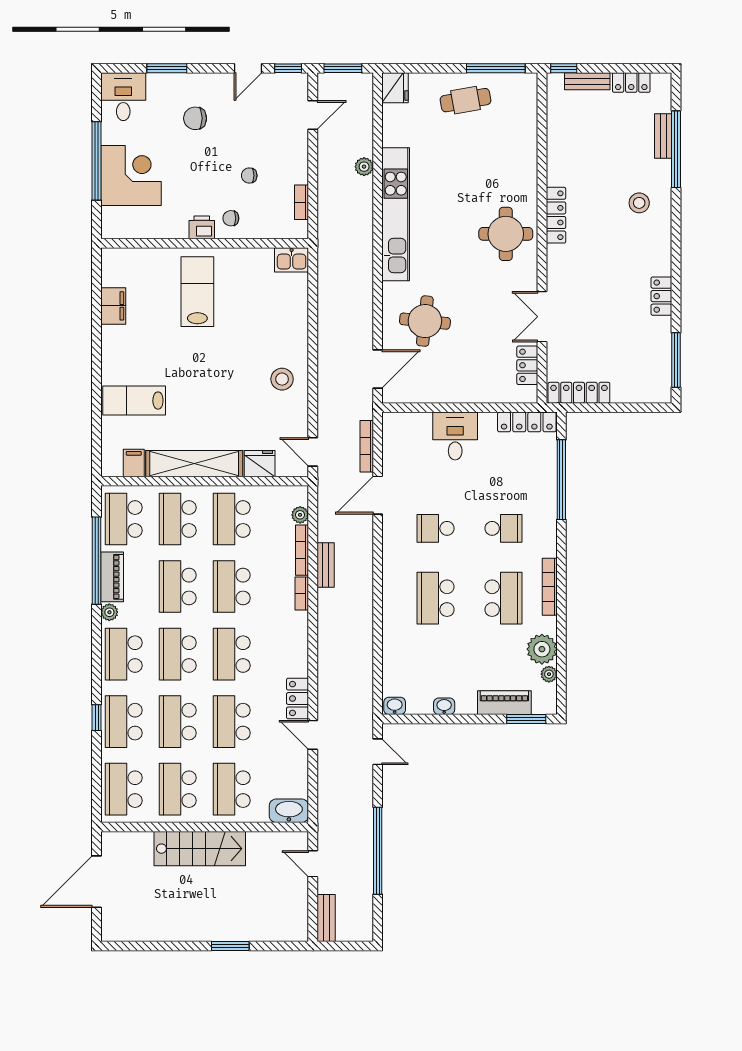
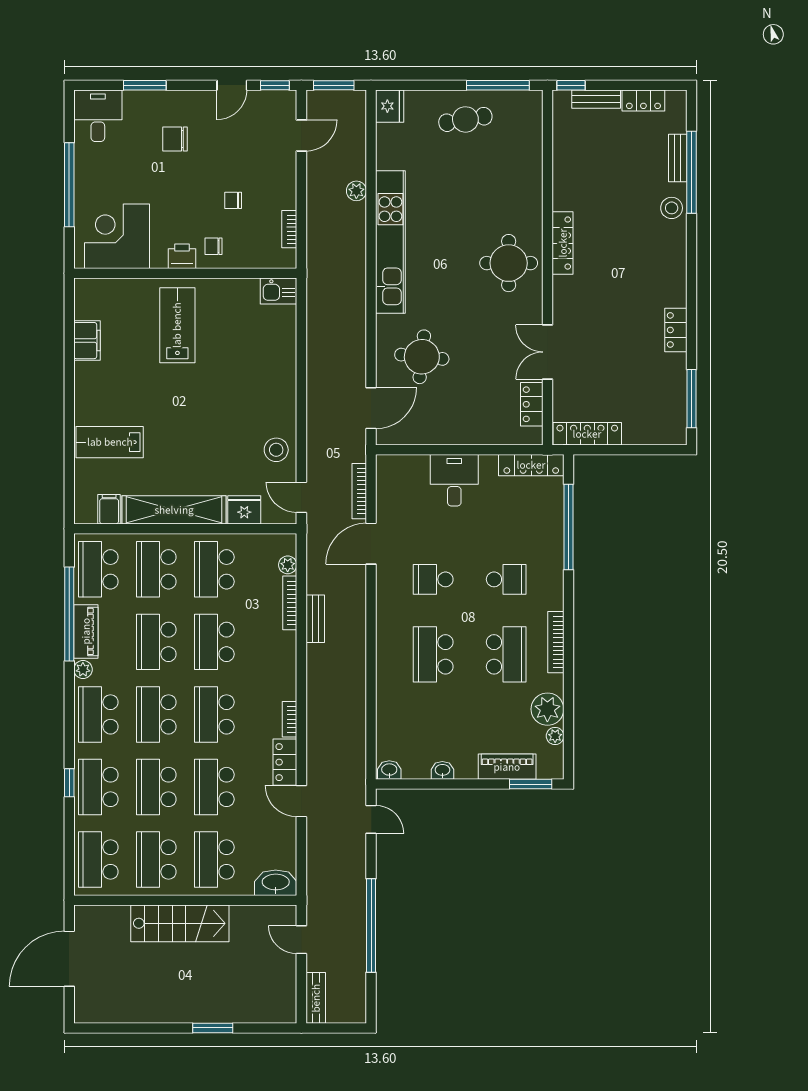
corner desk: (131, 175) -> (117, 236), moved, turned -90
stool: (639, 203) -> (672, 208), moved
stool: (282, 379) -> (276, 450), moved
bookcase: (302, 594) -> (290, 719), moved

